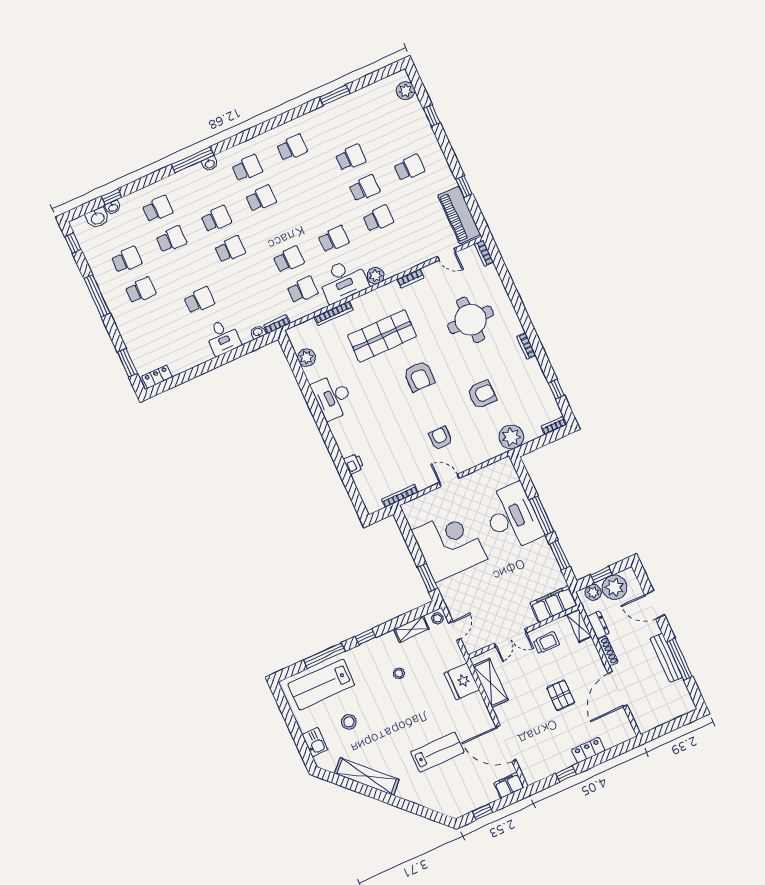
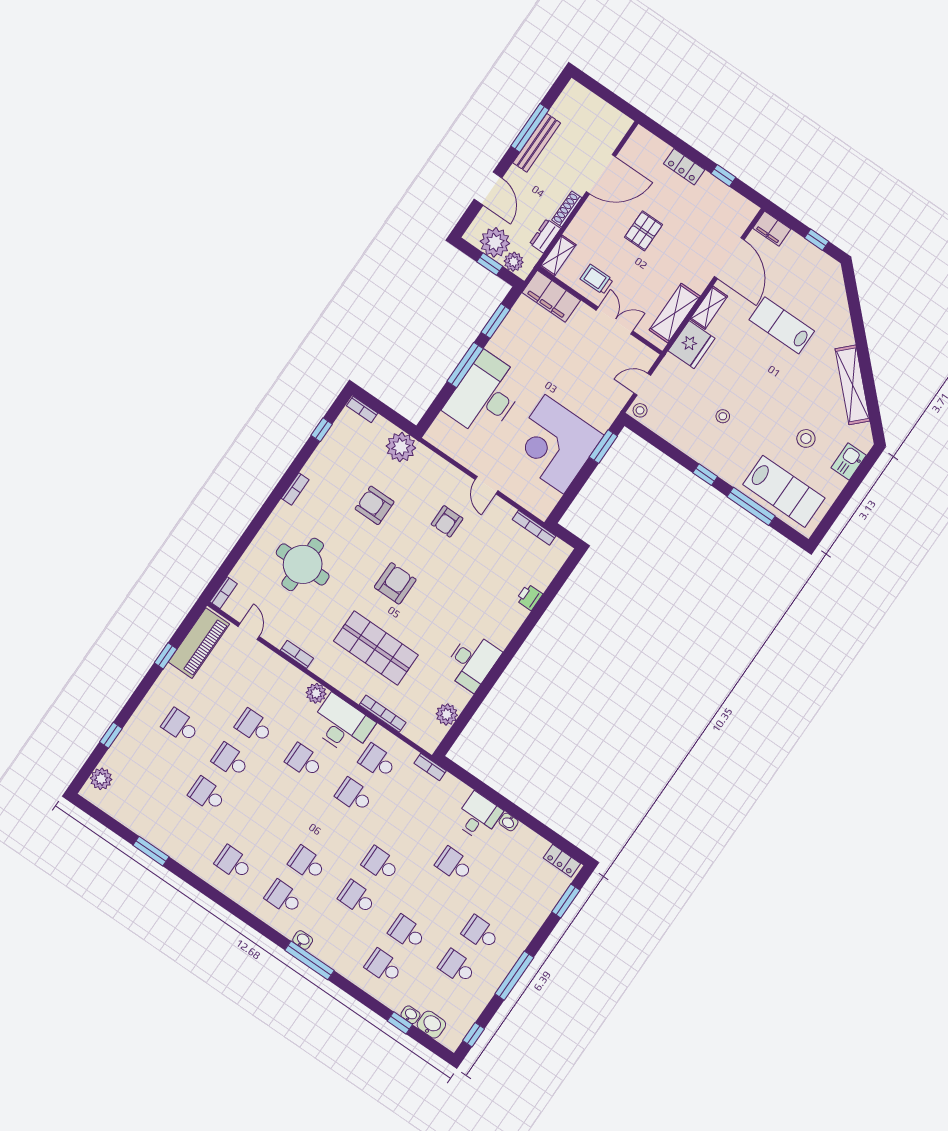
washbasin: (258, 332) -> (509, 822), moved
shelving: (411, 629) -> (709, 308), moved, turned 90

